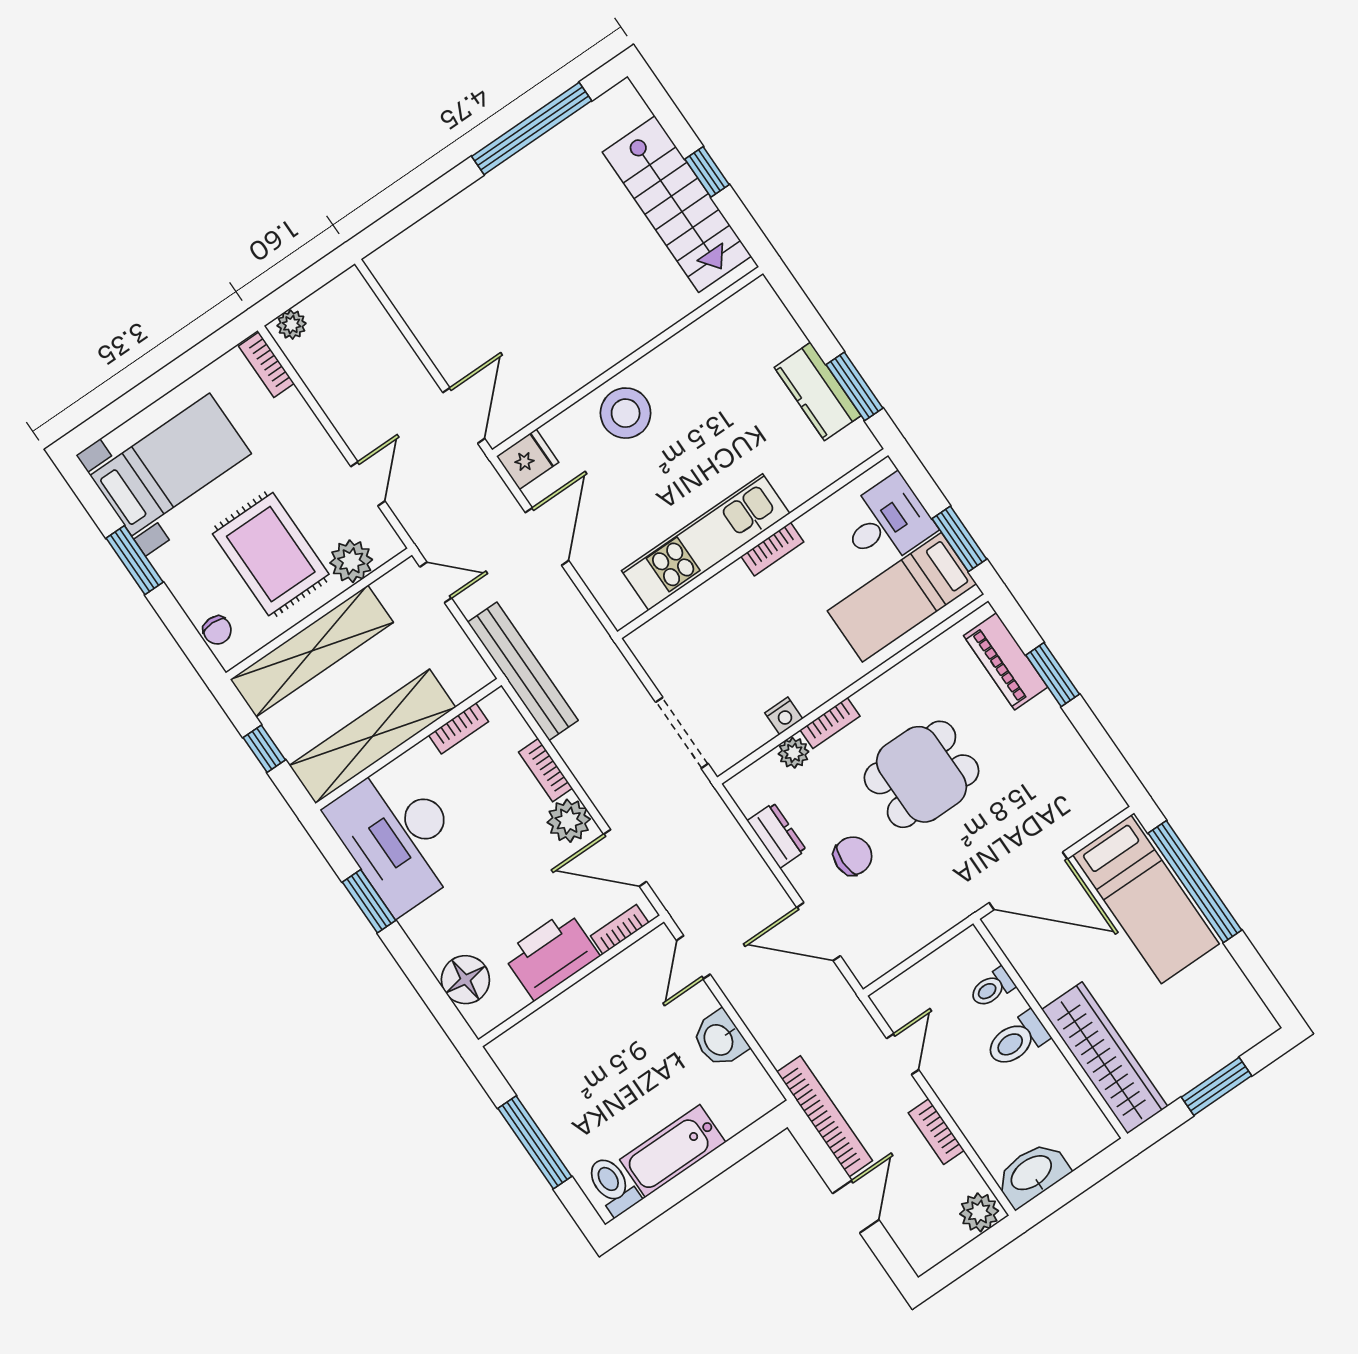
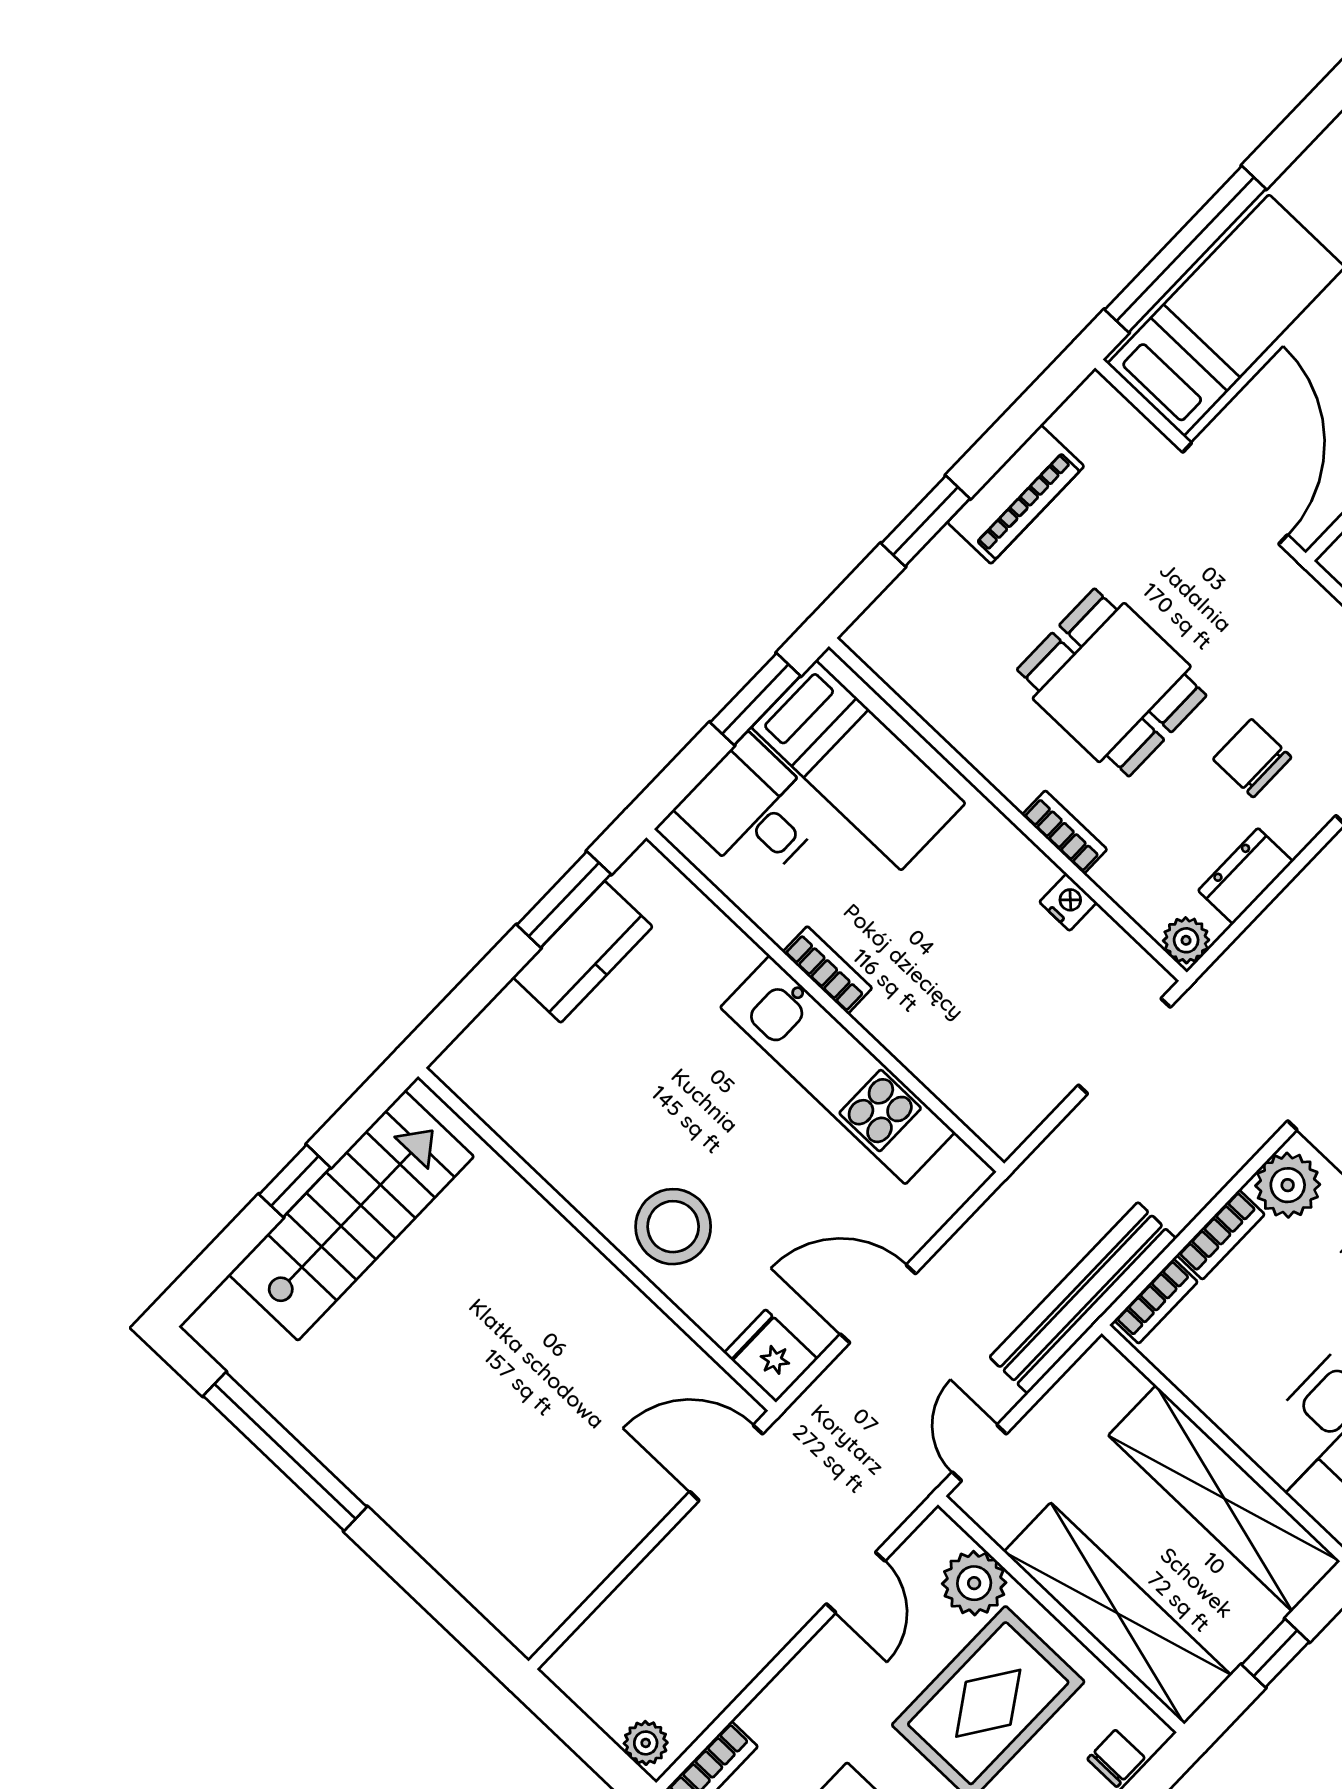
door: (368, 484) -> (856, 1582), swing flipped
piano: (1006, 661) -> (1016, 494), moved
bookcase: (458, 728) -> (1156, 1301), moved, turned 90
plant: (794, 753) -> (1186, 940), moved

